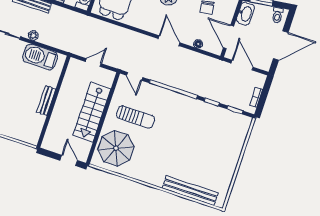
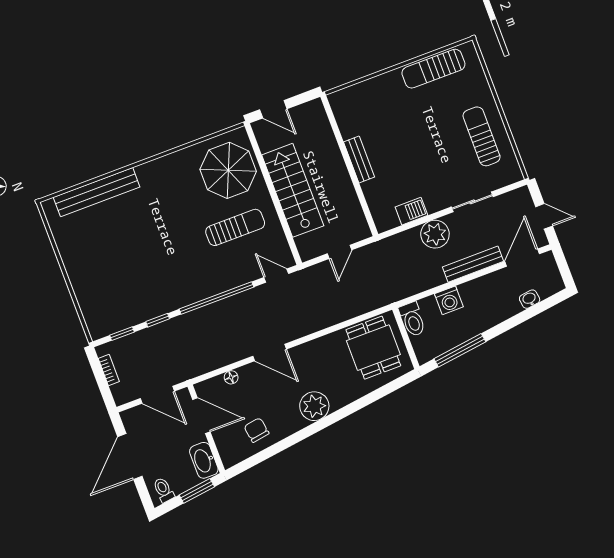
plant: (33, 35) -> (435, 234), width x1.88, depth x1.88
barbecue: (40, 57) -> (411, 211), width x0.53, depth x0.65
sun lounger: (136, 117) -> (235, 227), turned 180

